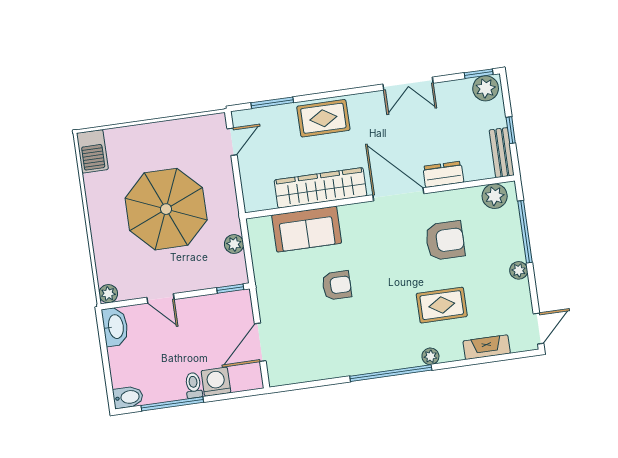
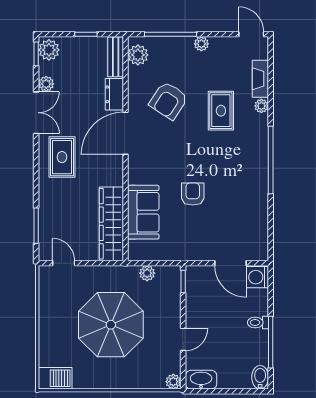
plant: (444, 91) -> (46, 84), added
rug: (323, 118) -> (62, 157), moved
bench: (502, 153) -> (116, 57), moved, turned 90
wardrobe: (320, 188) -> (111, 224), moved
armchair: (445, 241) -> (169, 101), turned -147
plant: (430, 356) -> (261, 106), moved
washing machine: (216, 382) -> (258, 277), moved

